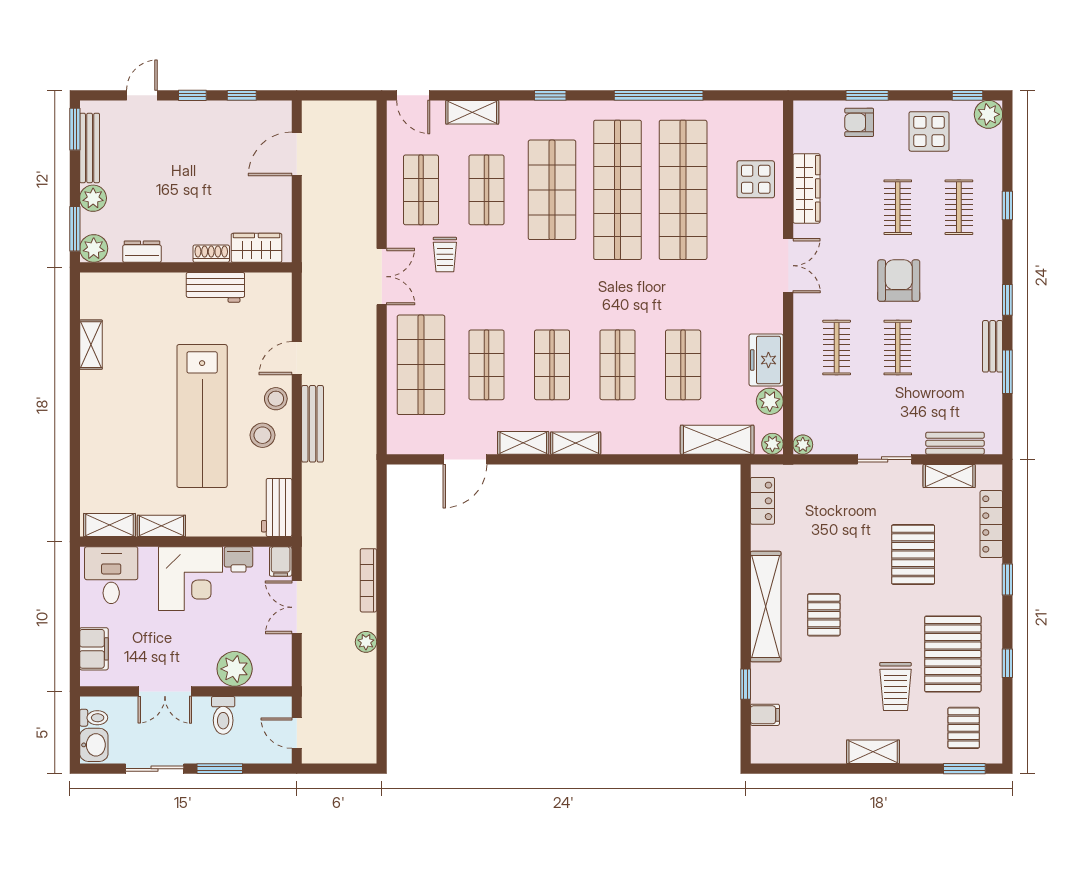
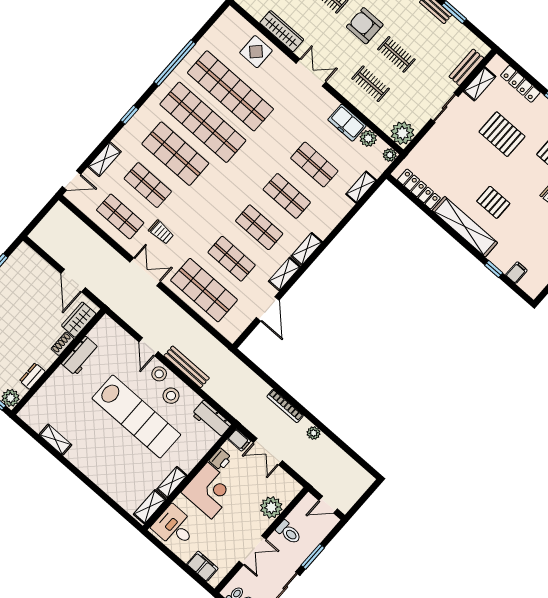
door: (297, 154) -> (73, 280), moved
shelving: (717, 440) -> (361, 187), width x0.67, depth x0.75
plant: (803, 445) -> (402, 133), width x1.87, depth x1.87
locker: (763, 501) -> (419, 189), width x1.53

